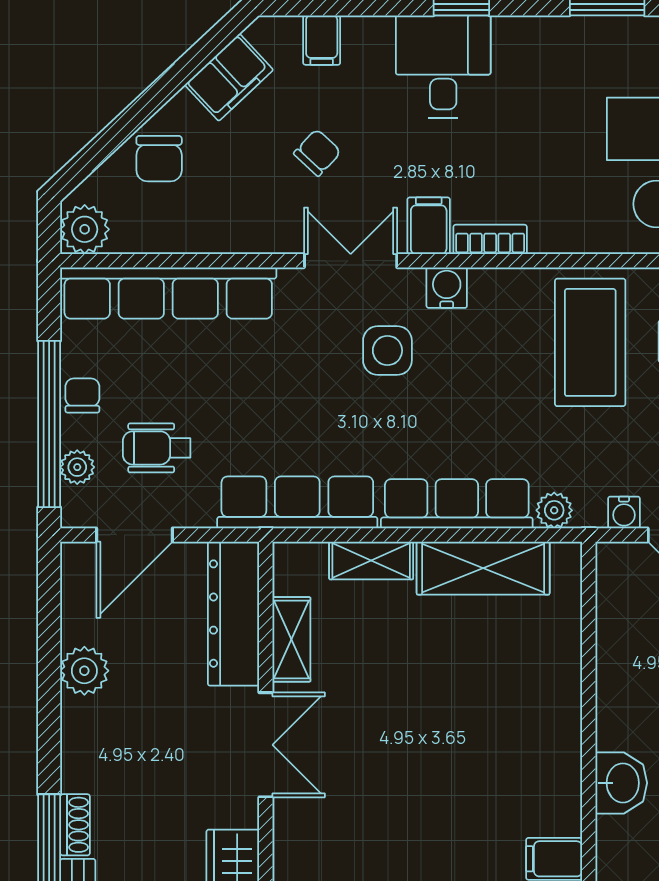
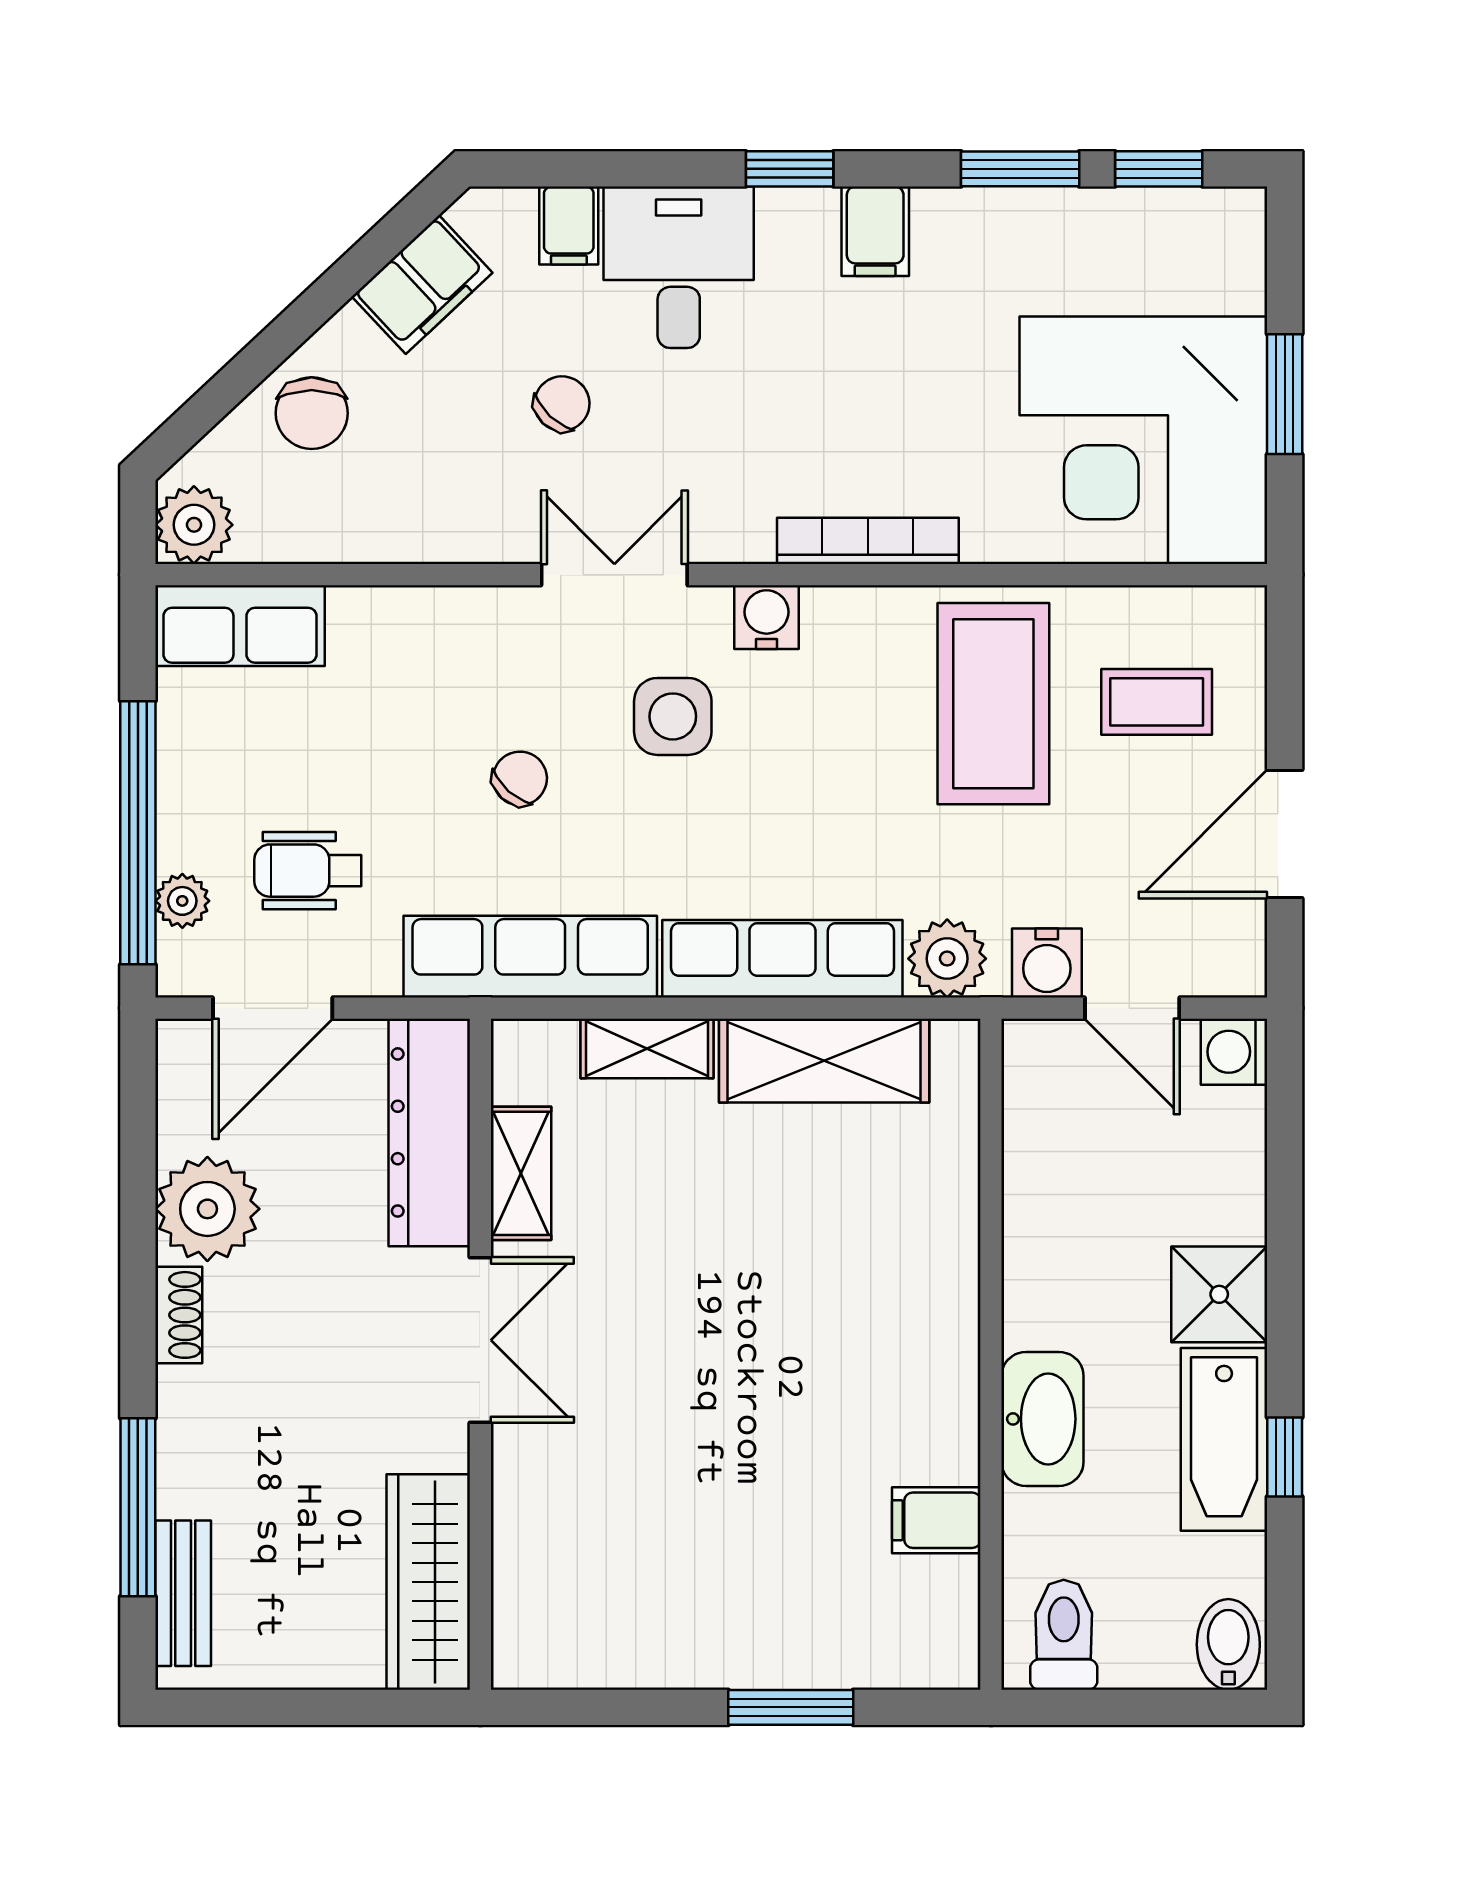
desk: (443, 66) -> (679, 267), moved
filing cabinet: (429, 226) -> (875, 231), moved, turned 180
bookcase: (490, 239) -> (868, 541), width x1.56
row of seats: (168, 293) -> (240, 626), width x0.50
chair: (82, 396) -> (520, 778), moved, turned 42
plant: (554, 510) -> (947, 959), width x1.38, depth x1.38
water cooler: (624, 512) -> (1047, 963), width x1.38, depth x1.38
plant: (84, 671) -> (207, 1209), width x1.36, depth x1.36
washbasin: (621, 783) -> (1042, 1419), width x1.38
shoe rack: (75, 825) -> (179, 1315), moved

